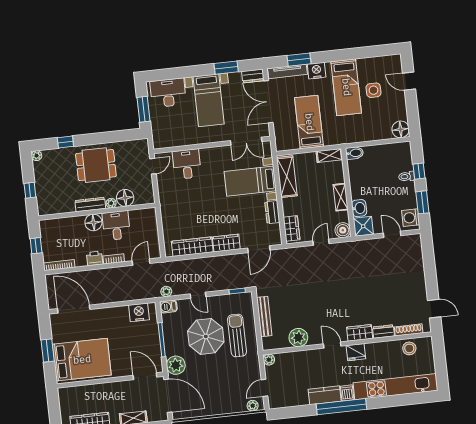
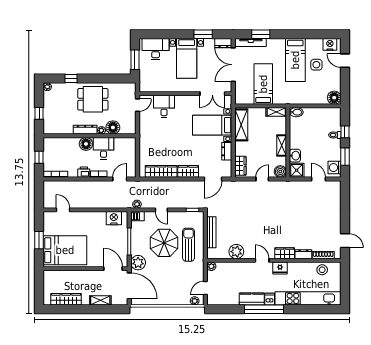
nightstand: (317, 71) -> (330, 44), moved
door: (74, 309) -> (63, 210), width x0.53

